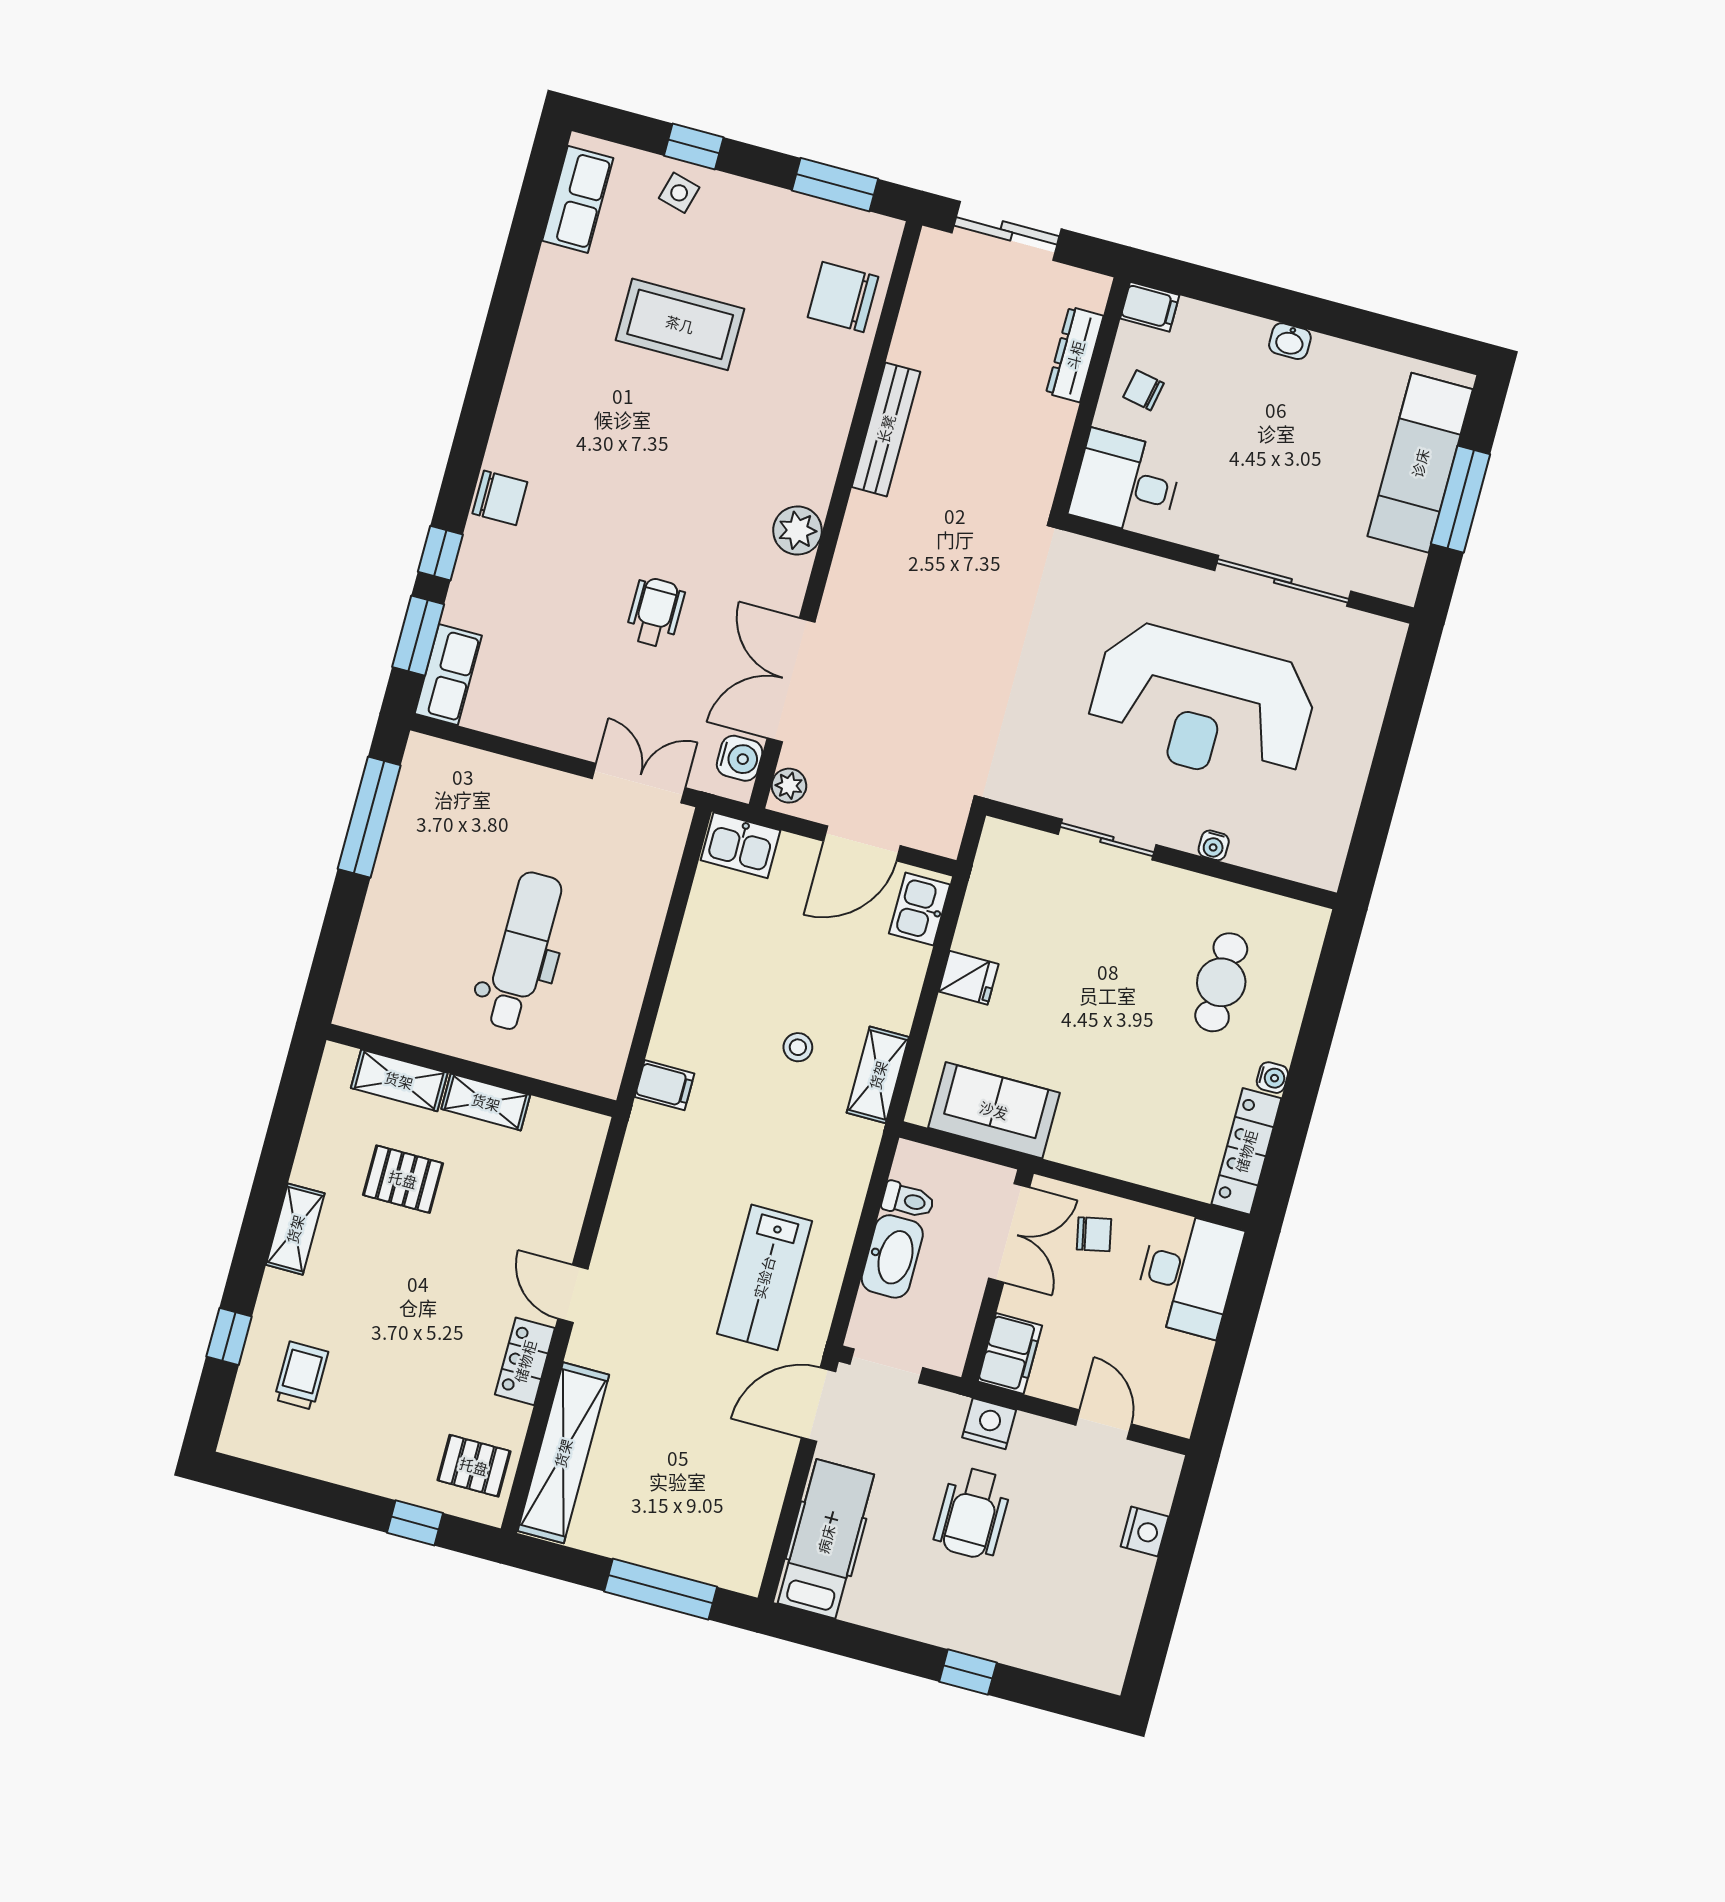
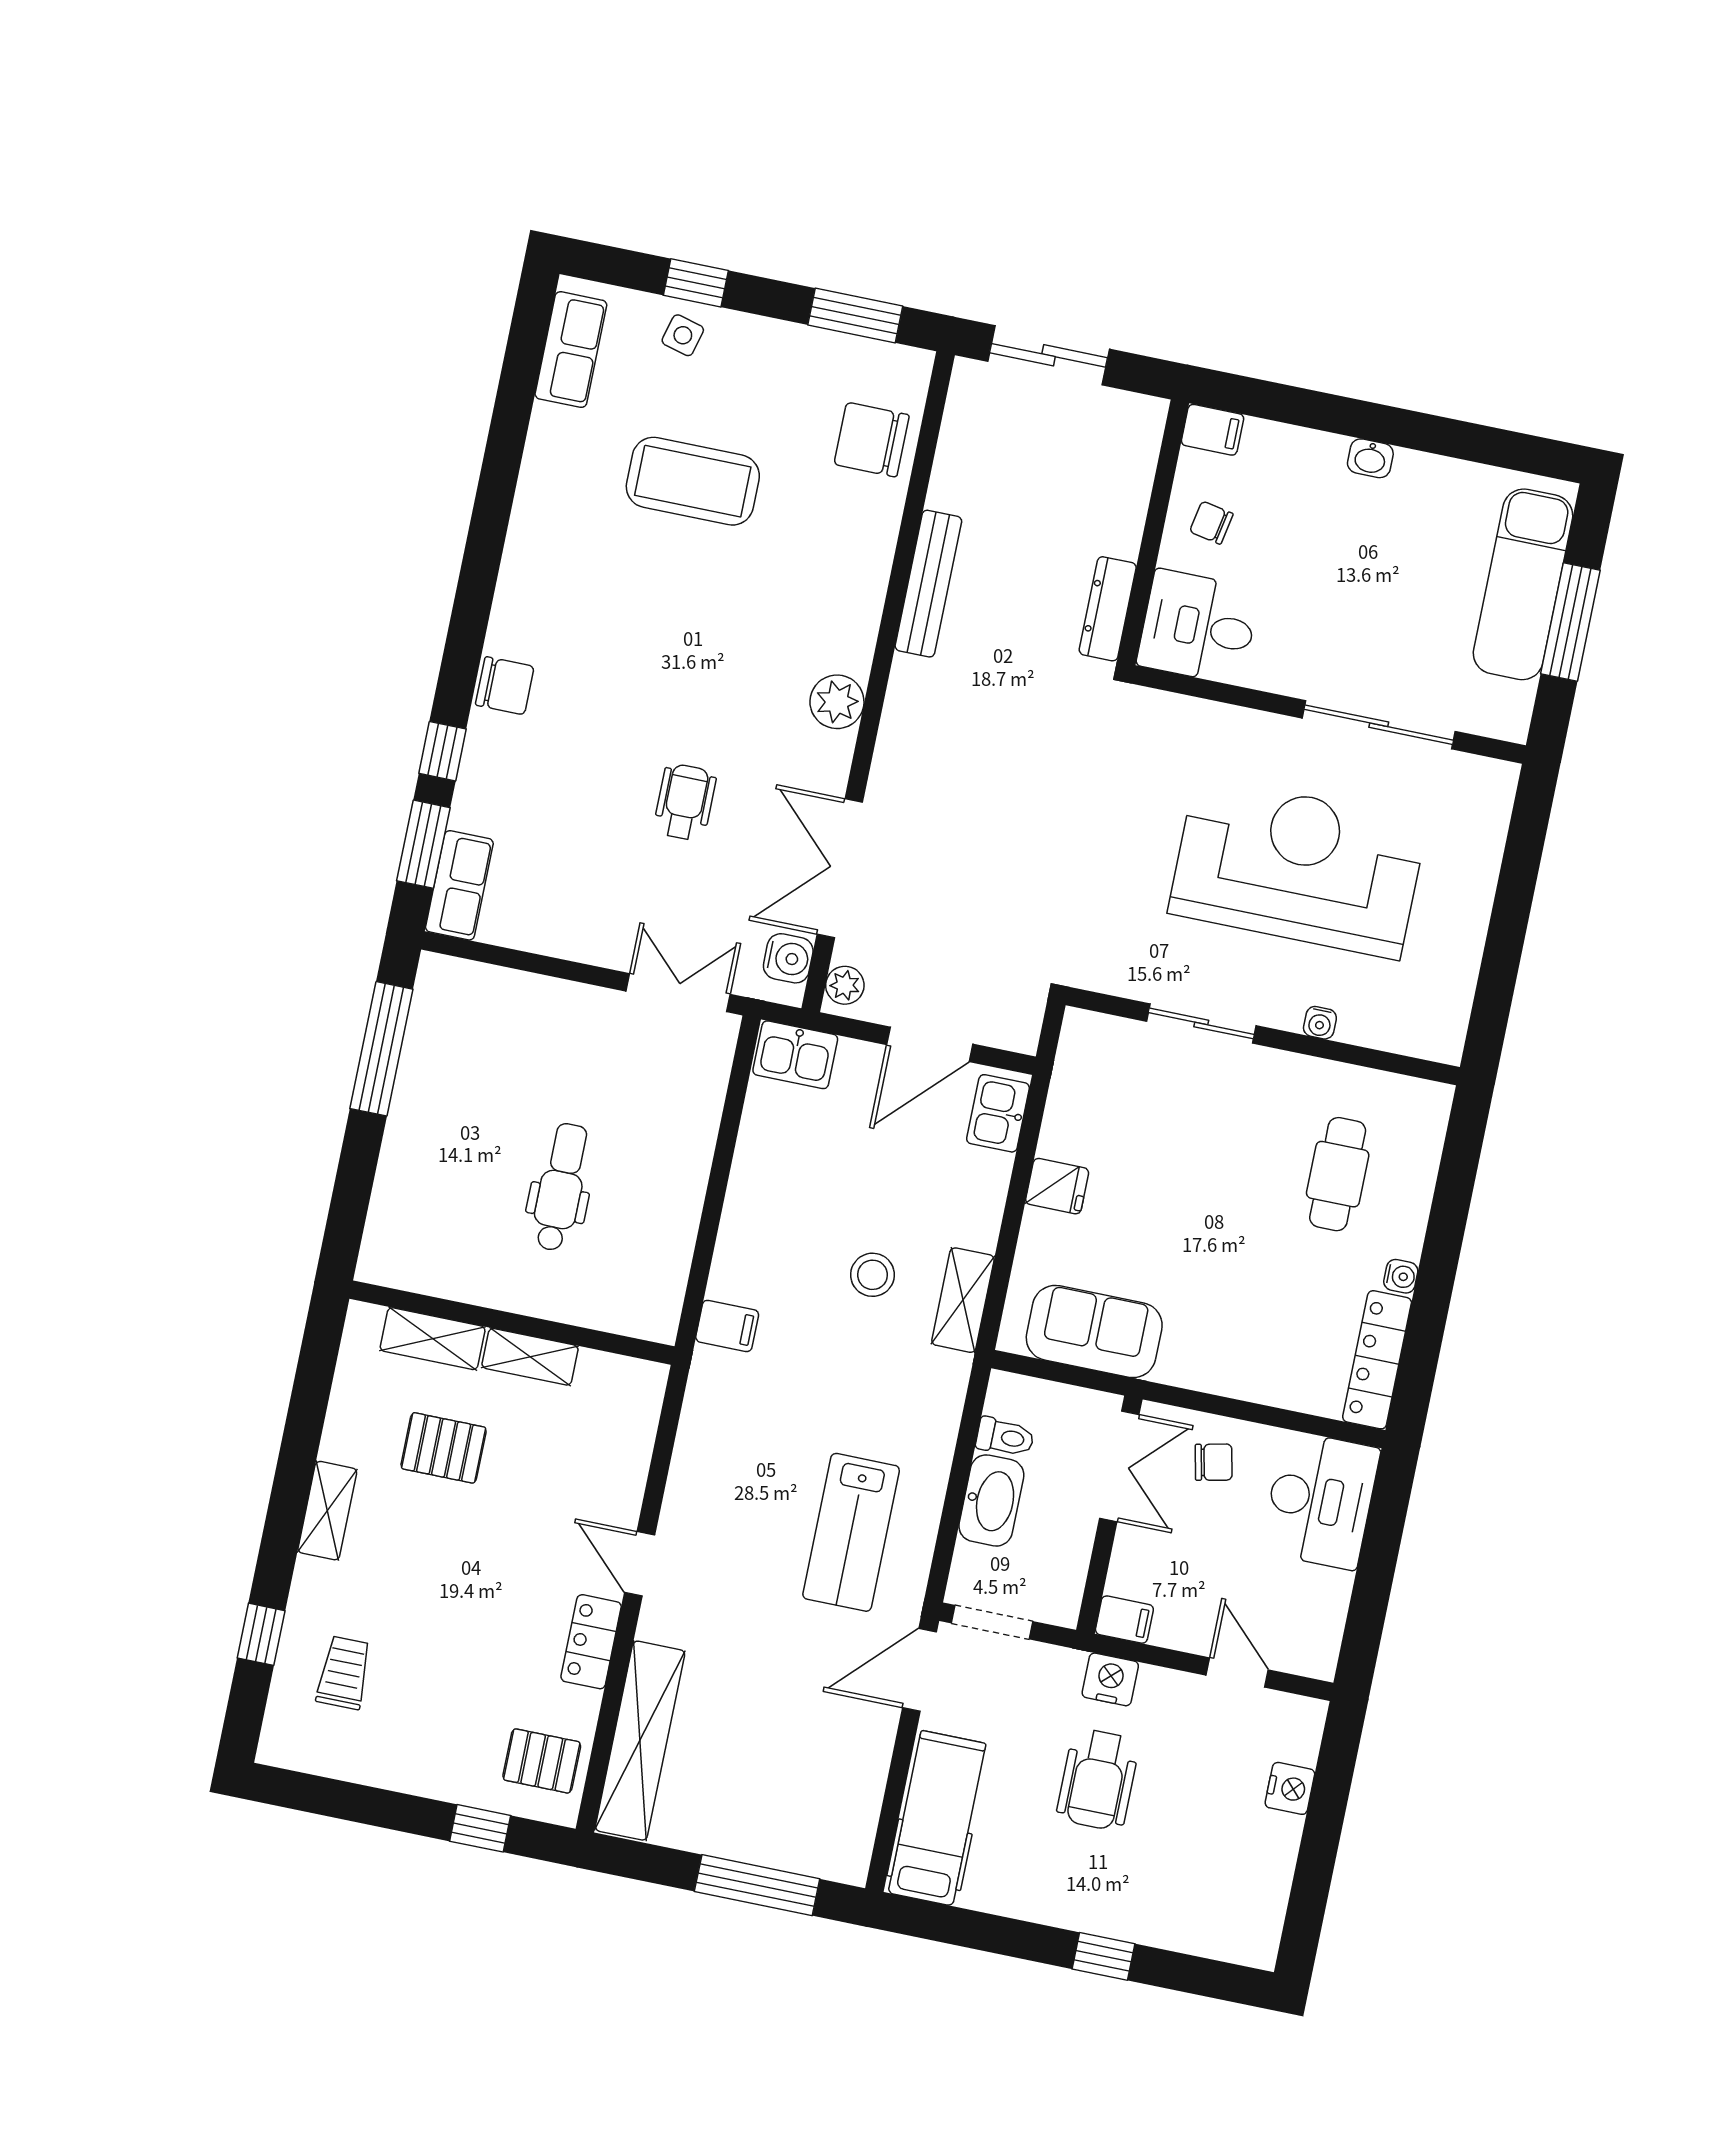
dresser: (1075, 355) -> (1108, 609), moved
reception desk: (1202, 705) -> (1298, 867), turned 180
dental chair: (523, 951) -> (561, 1187), width x0.73, depth x0.72
stool: (798, 1047) -> (872, 1275), width x1.37, depth x1.37
filing cabinet: (1010, 1354) -> (1124, 1620), width x0.50

